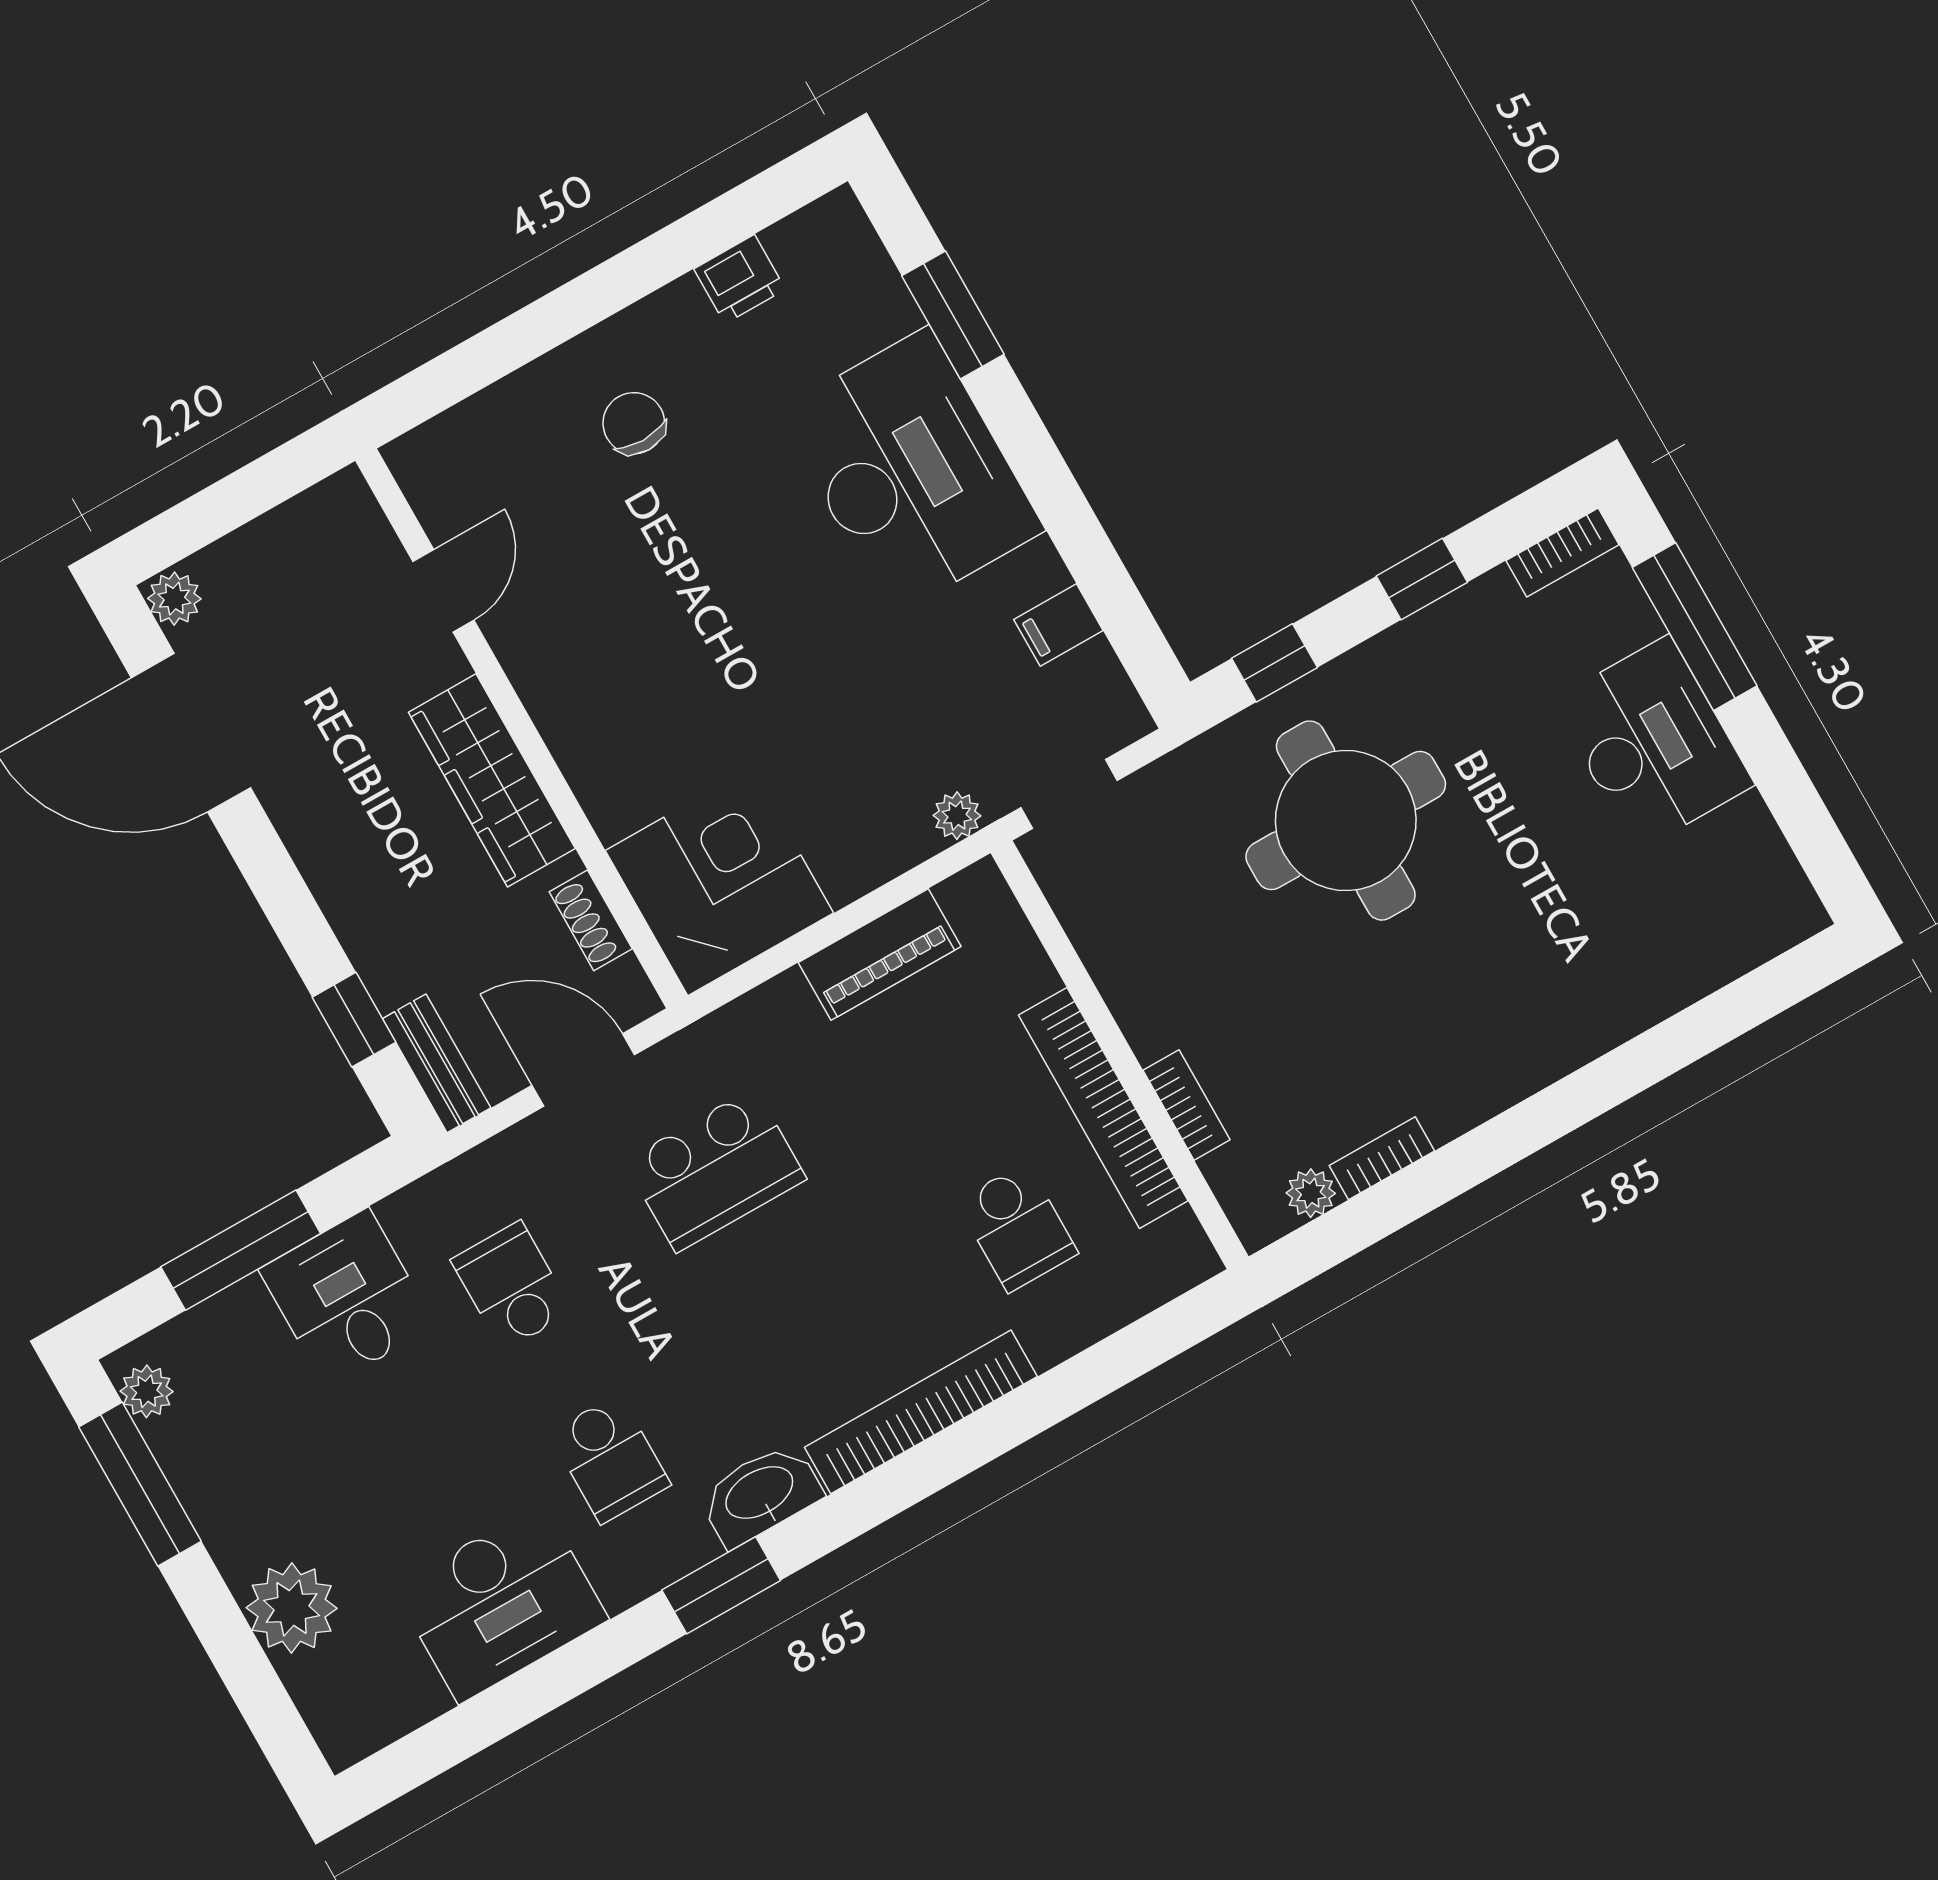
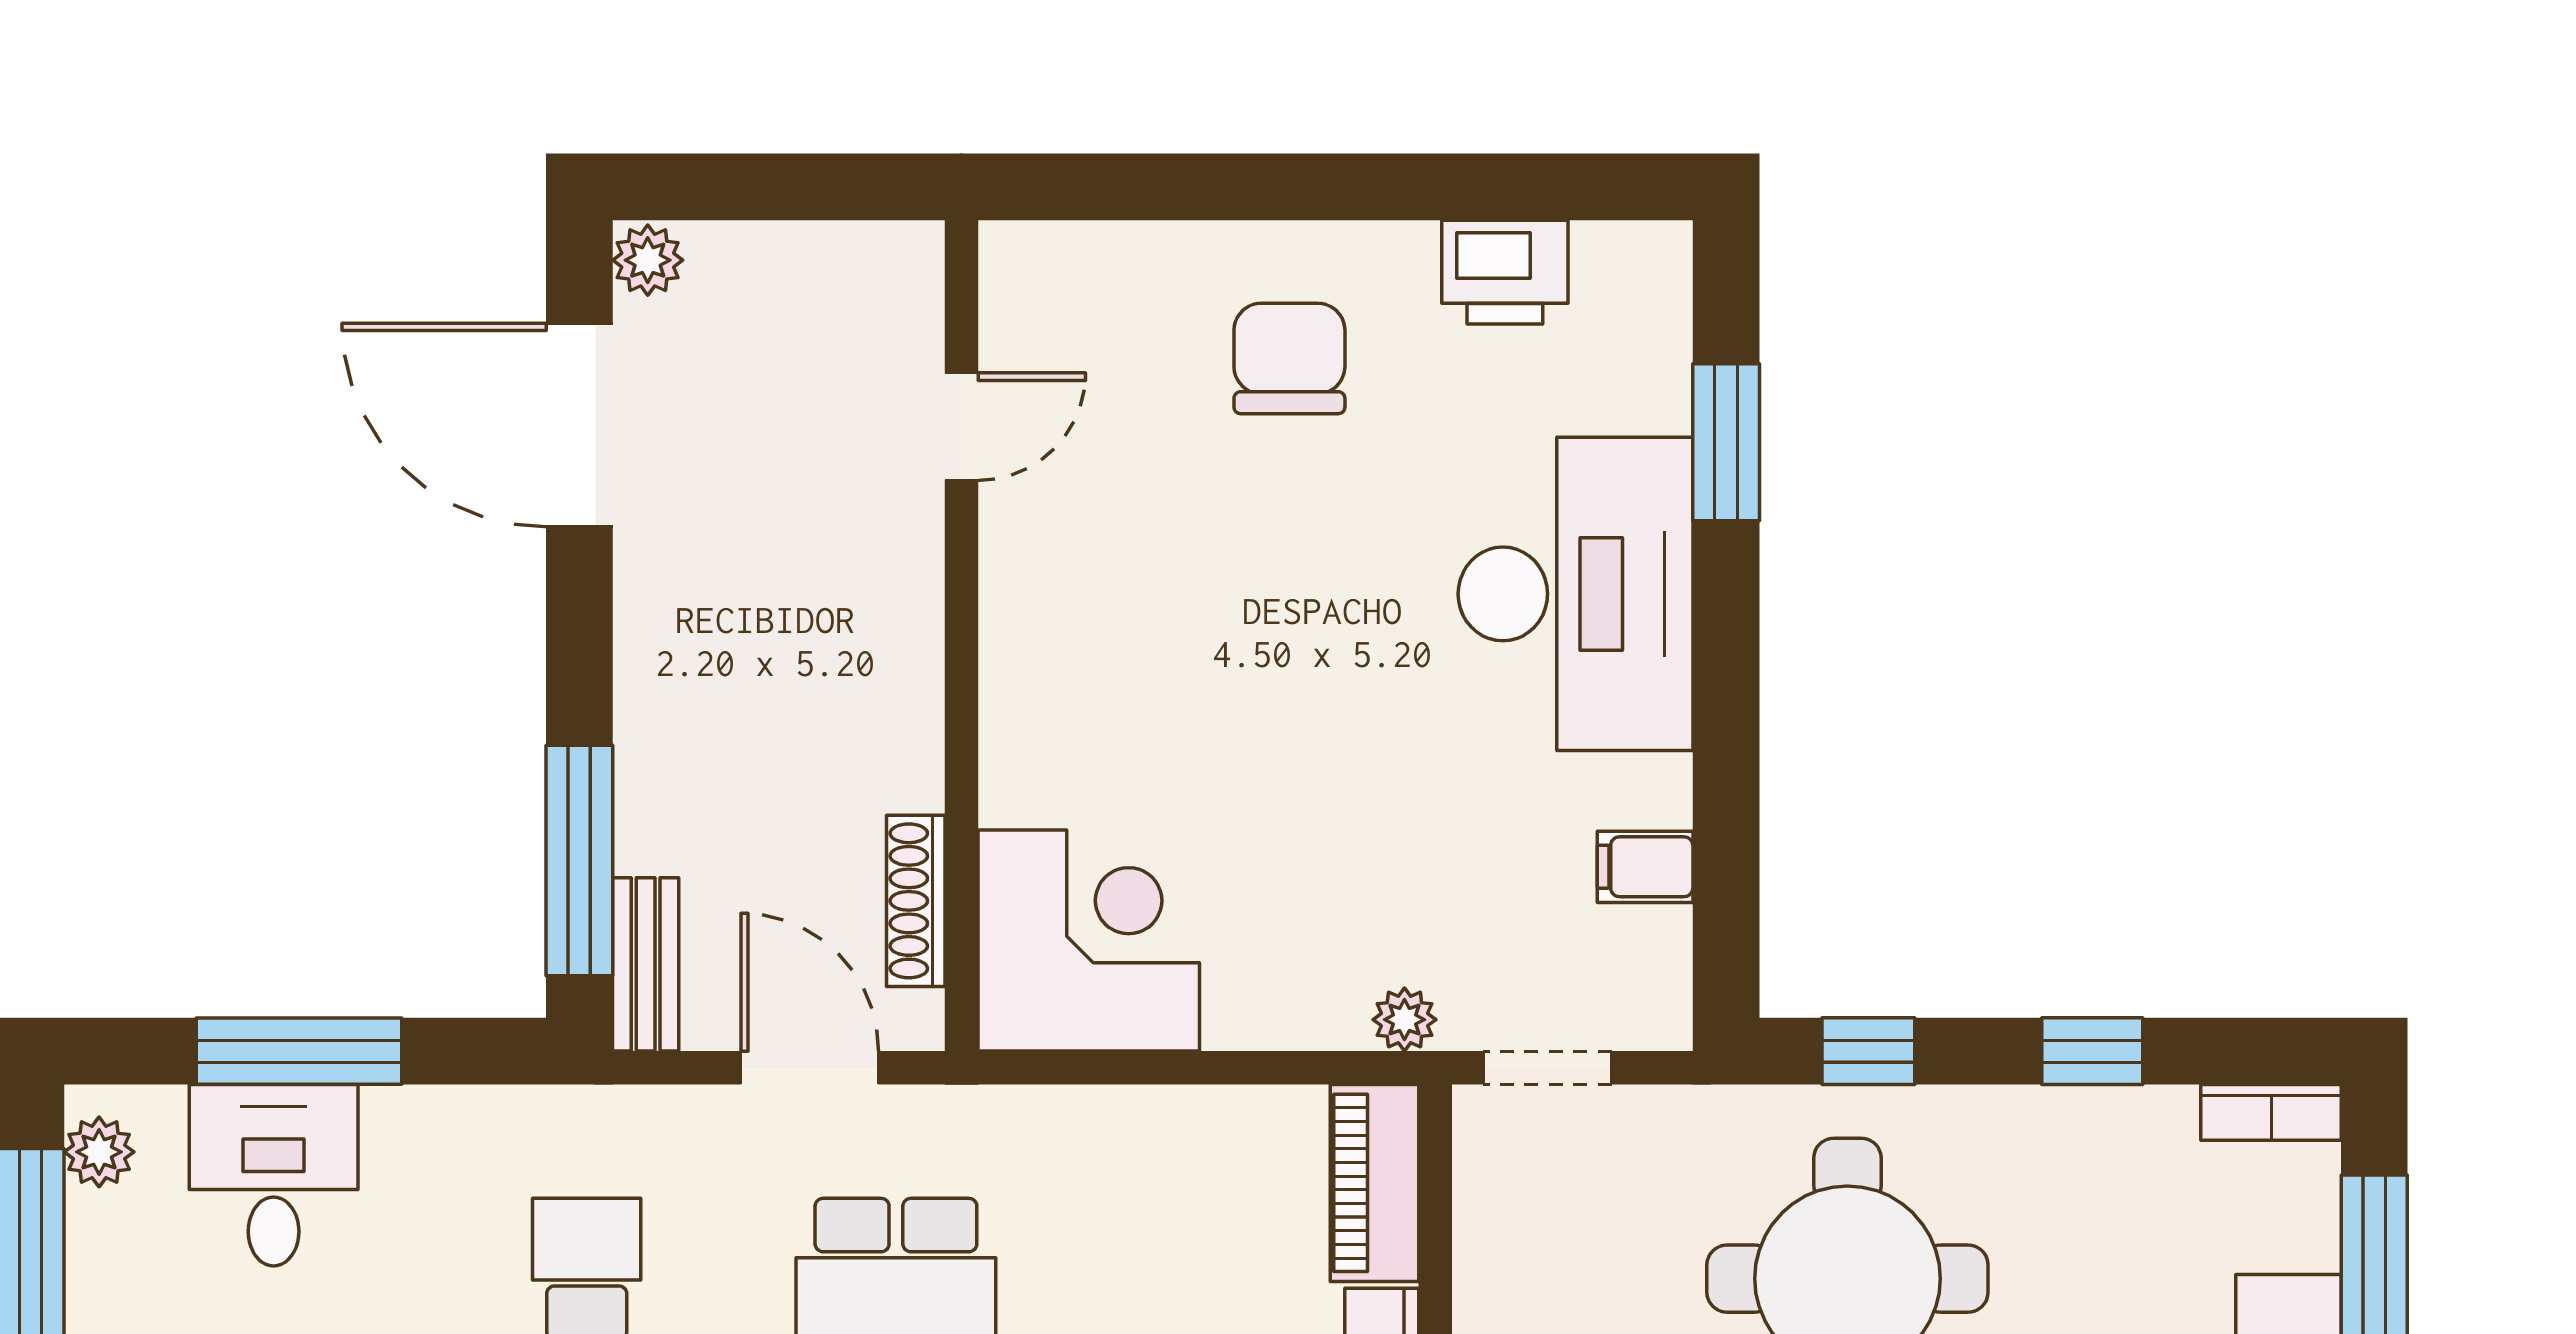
printer: (740, 279) -> (1505, 272), width x1.36, depth x1.24
chair: (634, 423) -> (1289, 358), width x1.37, depth x1.37
wardrobe: (492, 780) -> (894, 676), removed
shoe rack: (591, 920) -> (916, 901), width x1.43
piano: (880, 955) -> (1375, 1183), moved, turned 90
window: (354, 1020) -> (579, 861), width x2.17
desk: (347, 1298) -> (274, 1175), moved

